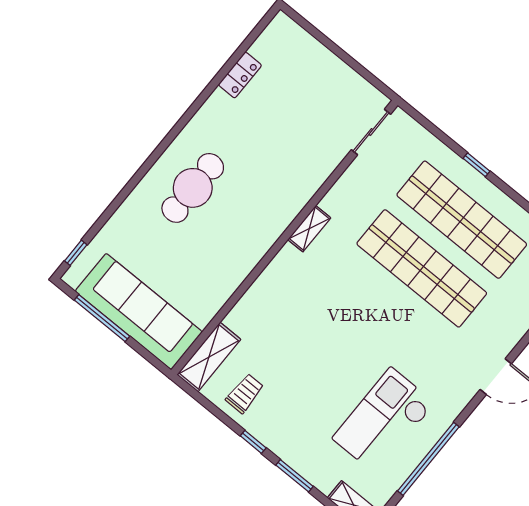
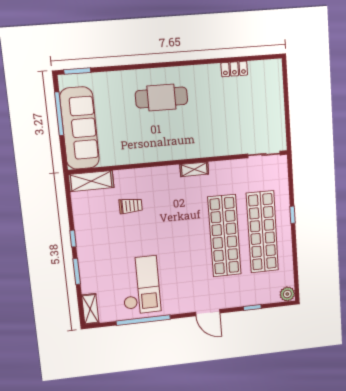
window: (76, 253) -> (77, 71), width x1.50
trolley: (245, 394) -> (131, 206), moved
checkout: (384, 421) -> (141, 285), turned 90

